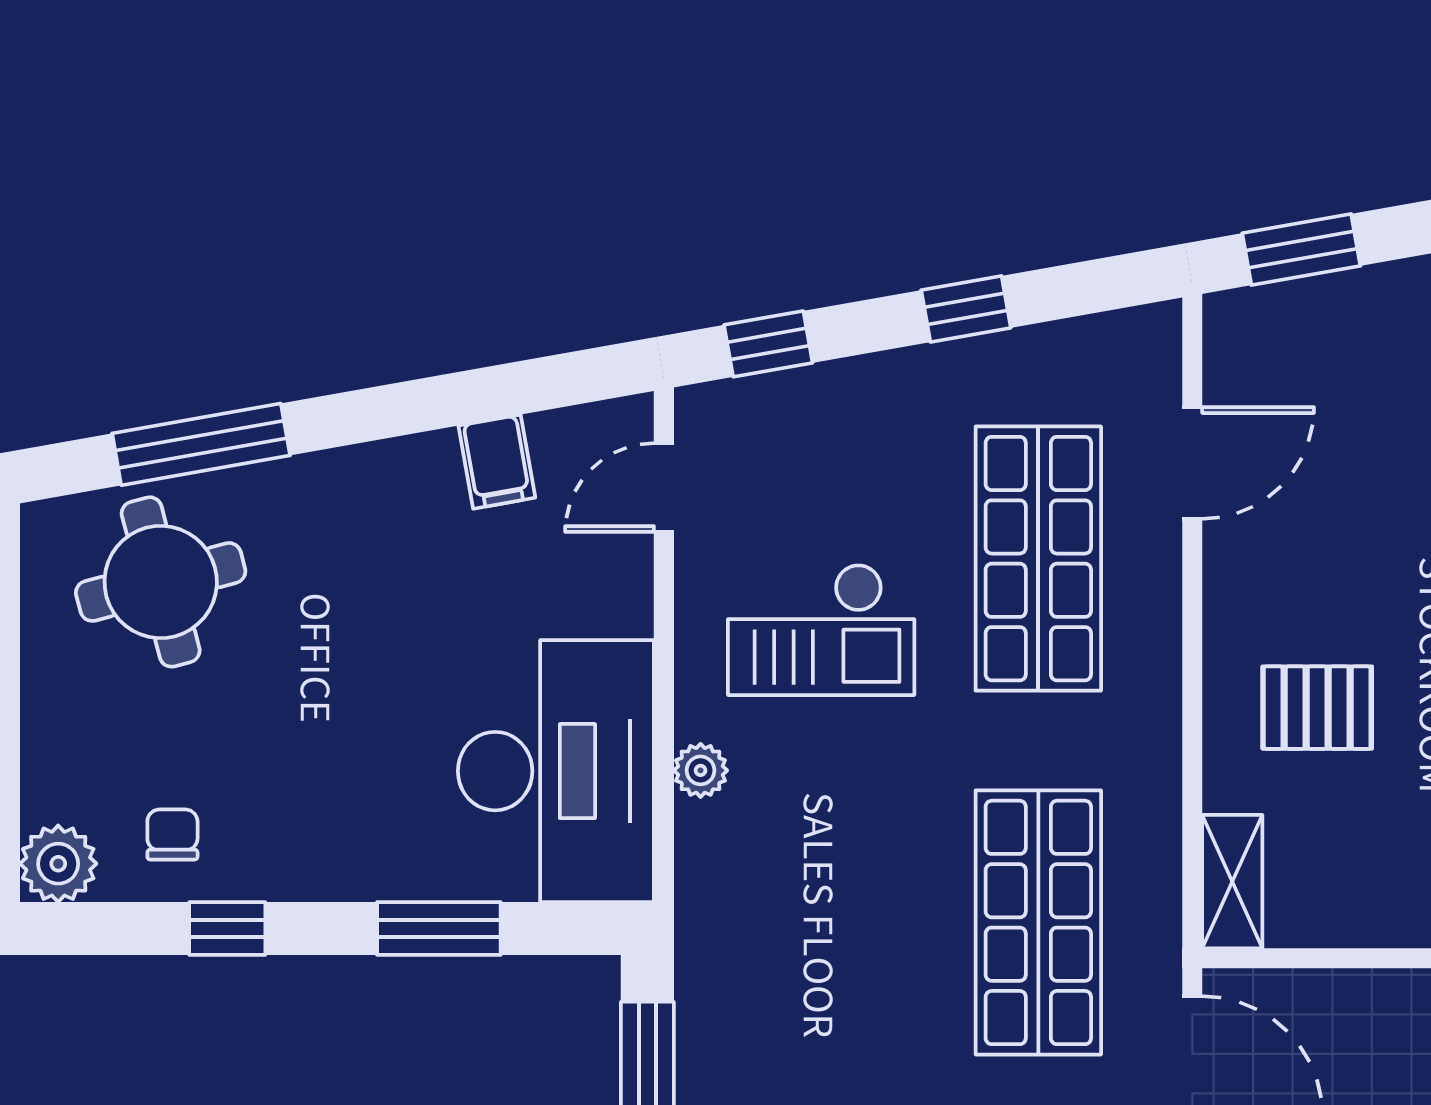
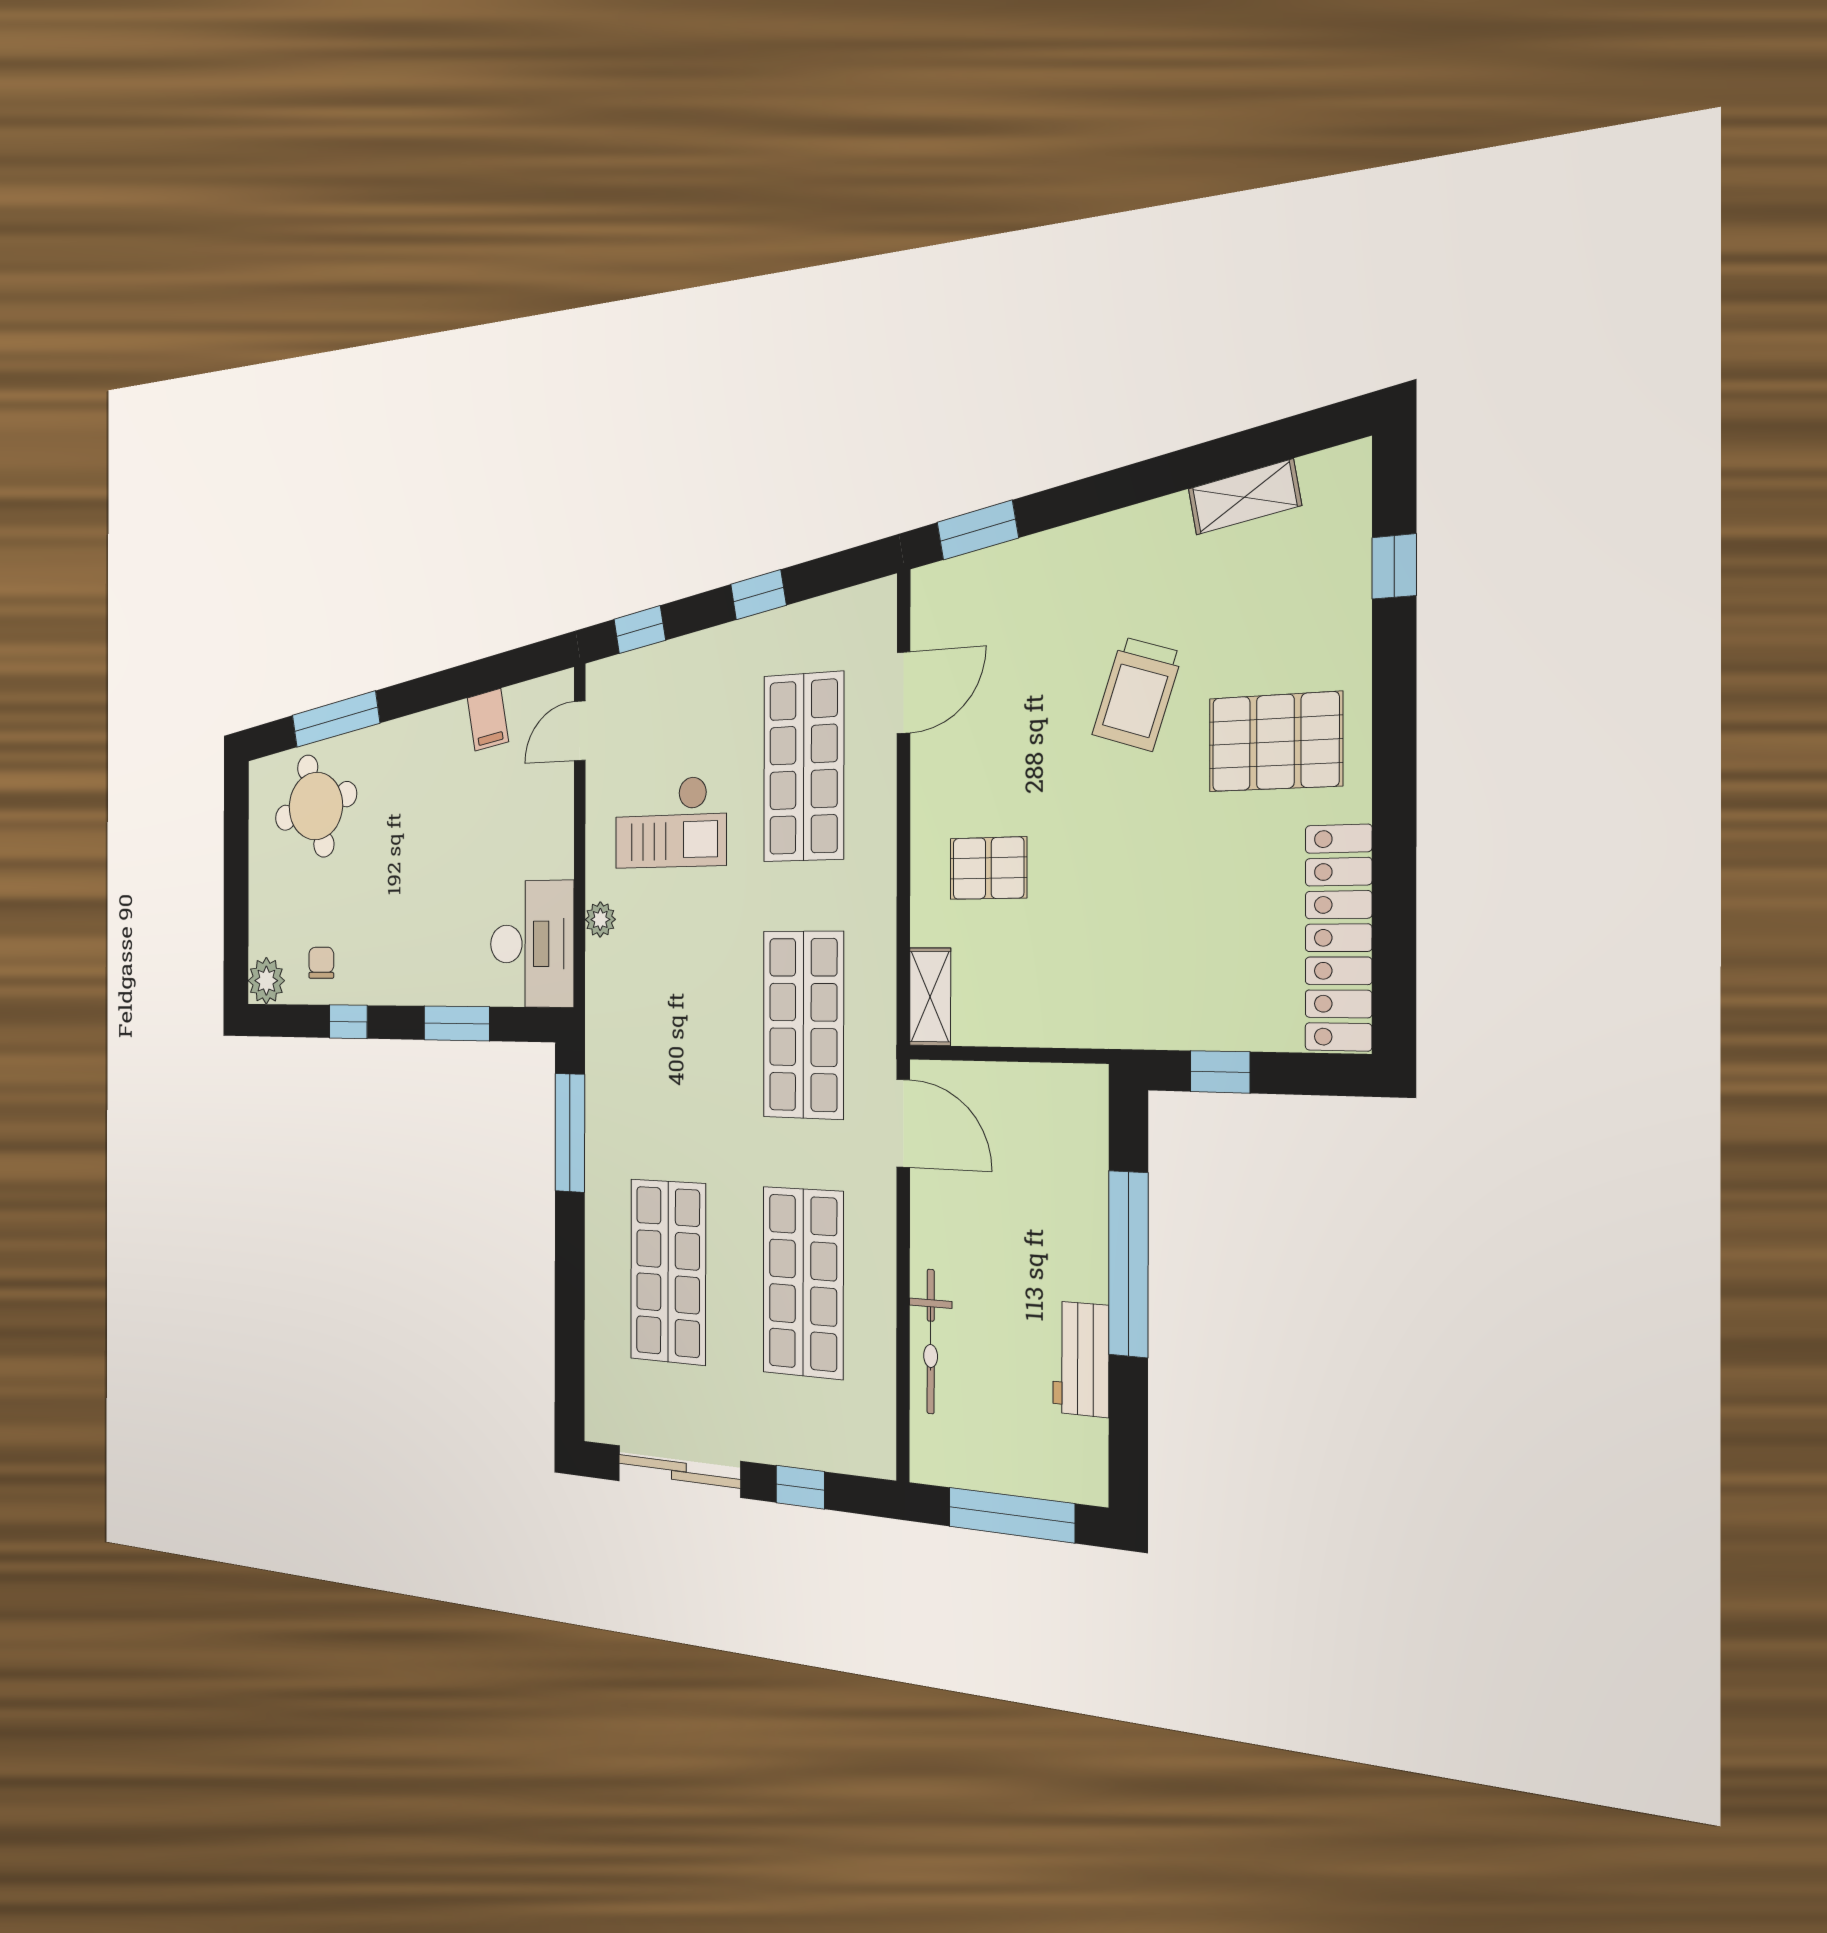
desk: (556, 771) -> (532, 944), width x0.73, depth x0.77

